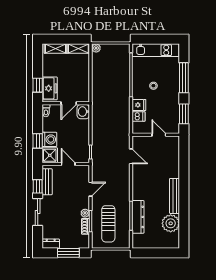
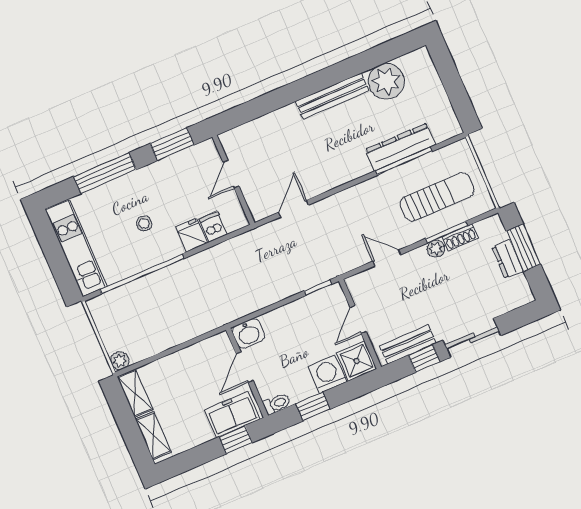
door: (69, 103) -> (245, 367), swing flipped
window: (38, 141) -> (313, 406), moved
dresser: (51, 244) -> (508, 259), moved

